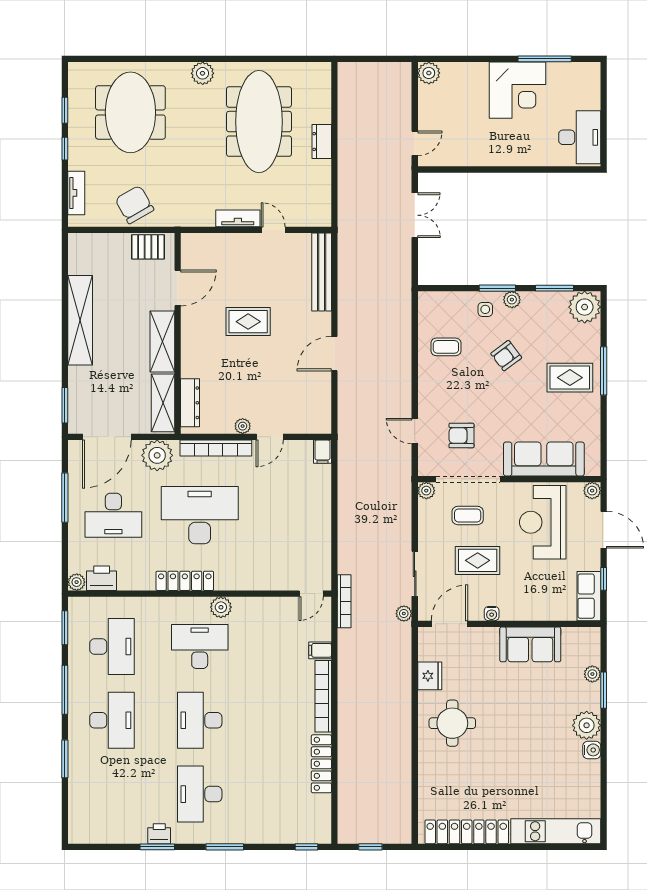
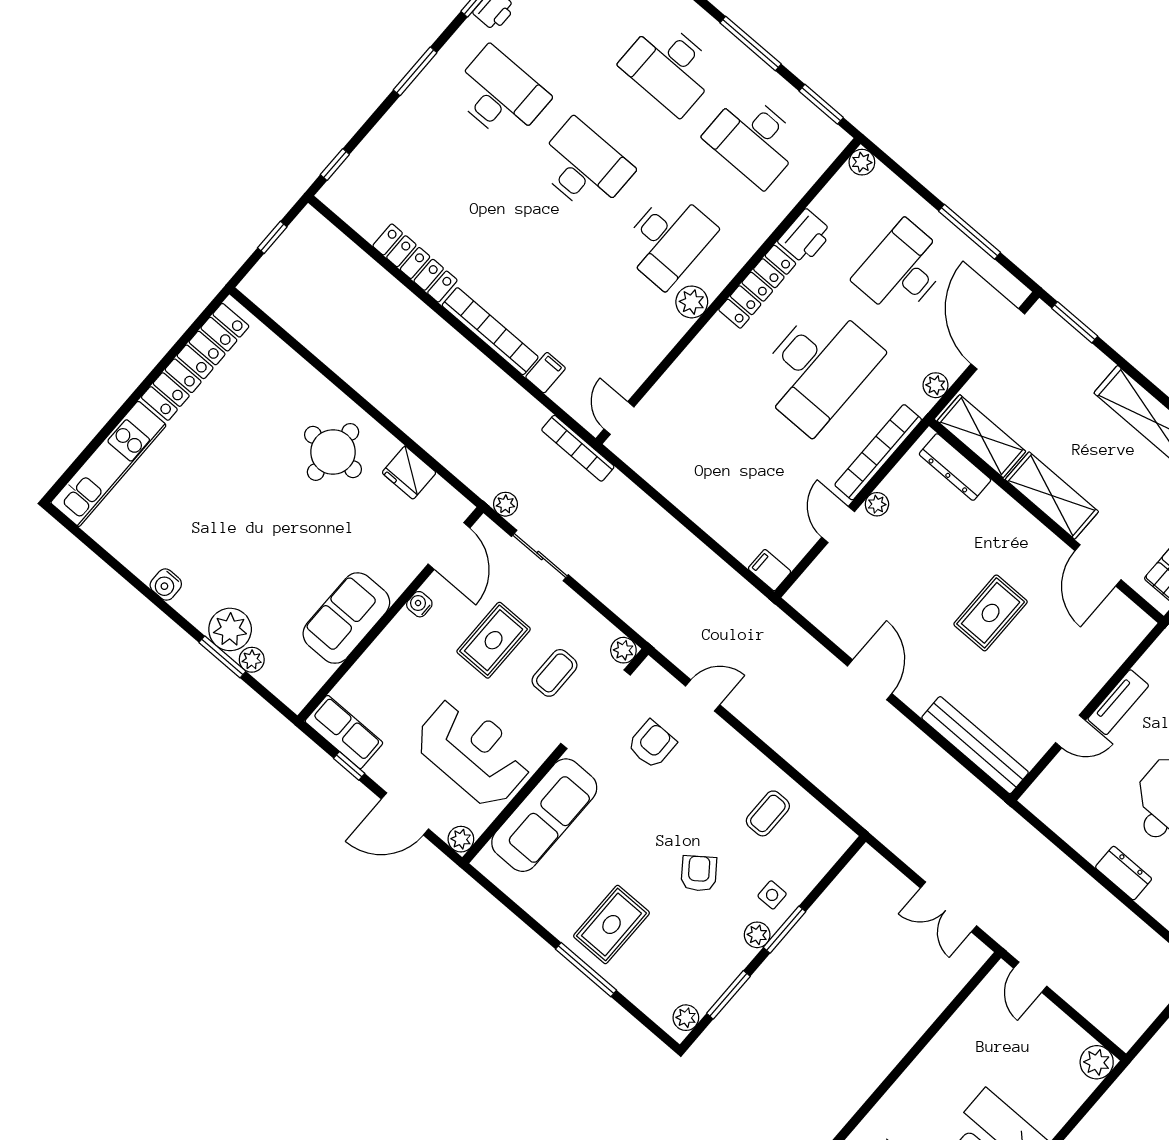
plant: (585, 307) -> (686, 1018), width x0.53, depth x0.53
plant: (157, 455) -> (936, 385), width x0.53, depth x0.53
printer: (102, 578) -> (805, 237), moved
plant: (587, 725) -> (230, 629), moved

